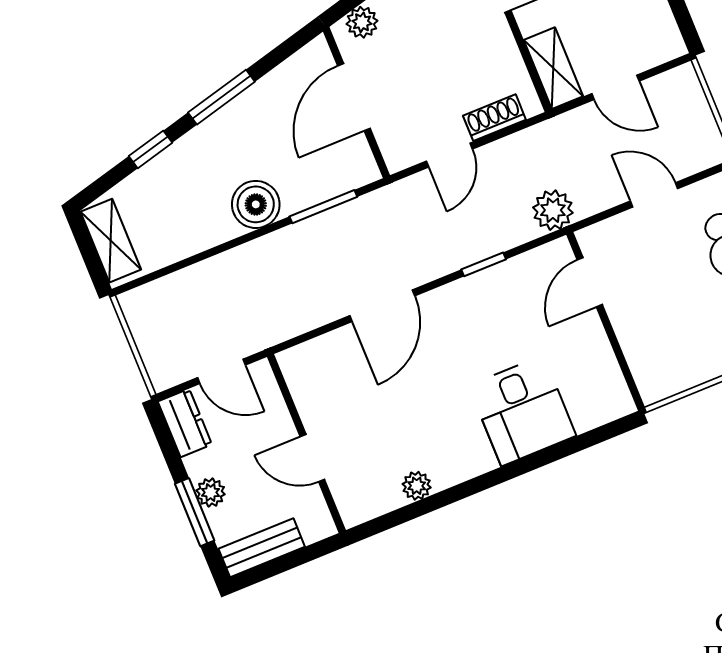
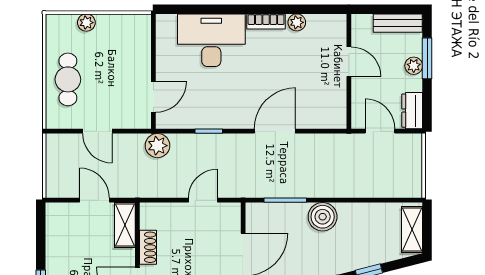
shoe rack: (494, 118) -> (148, 247), moved, turned -90
desk: (522, 411) -> (211, 40), width x1.37
bookcase: (464, 468) -> (266, 21), added

